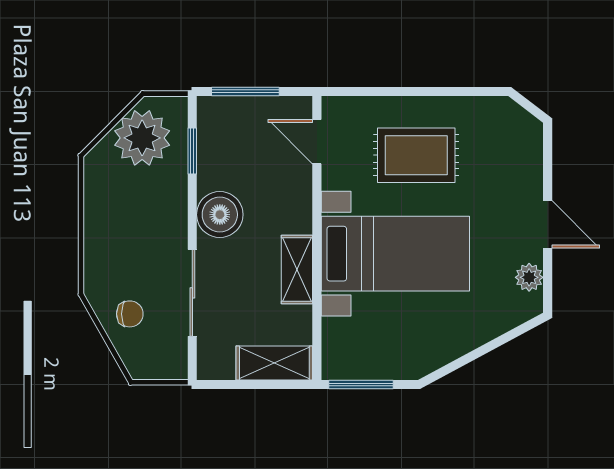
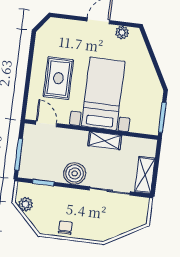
plant: (142, 138) -> (26, 204), width x0.53, depth x0.53
door: (317, 142) -> (46, 124), swing flipped
chair: (130, 314) -> (65, 228), moved
shelving: (274, 363) -> (145, 175), moved

